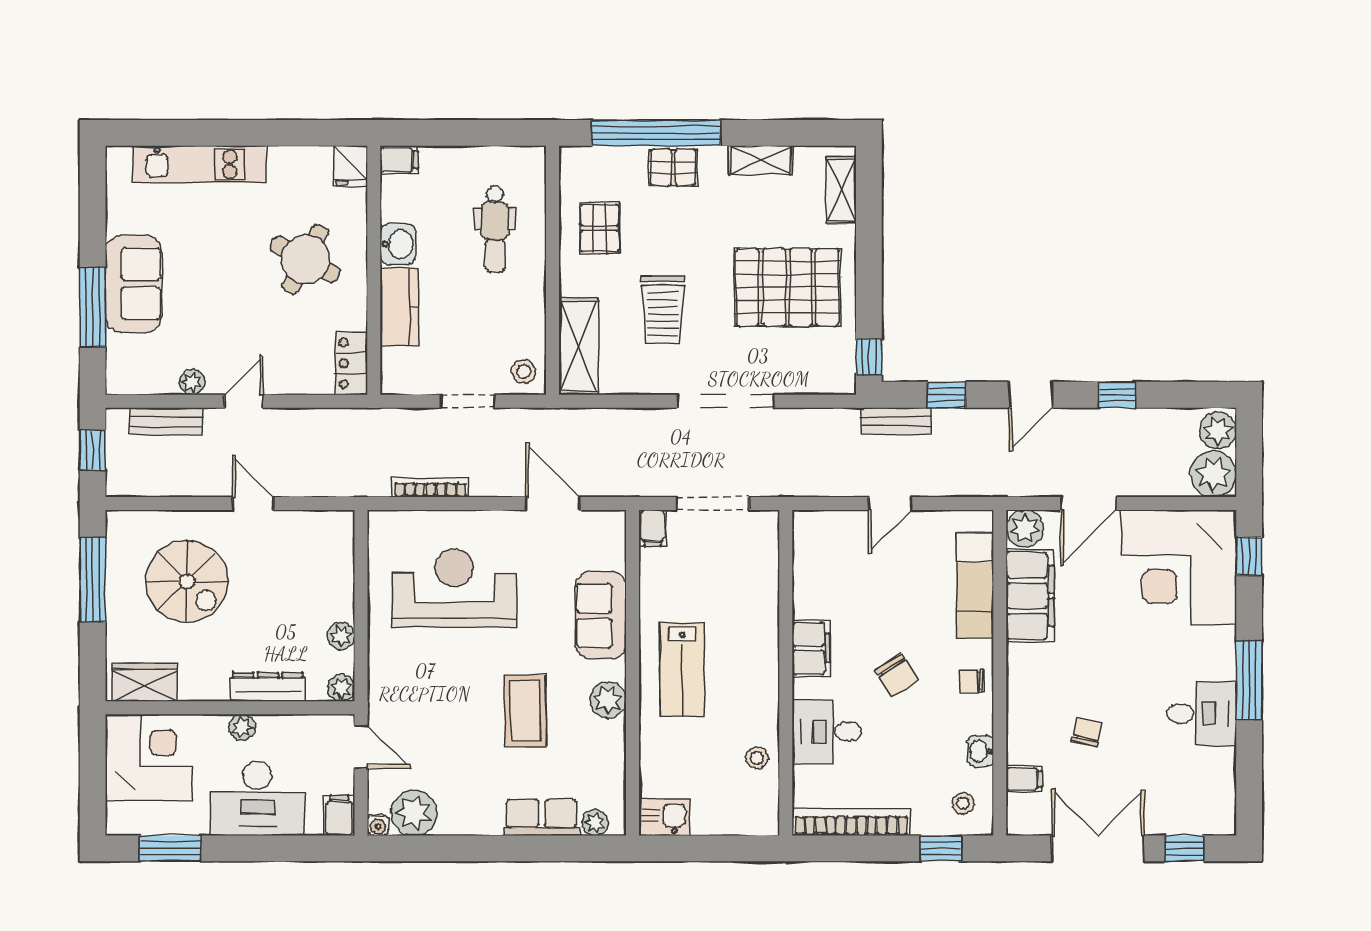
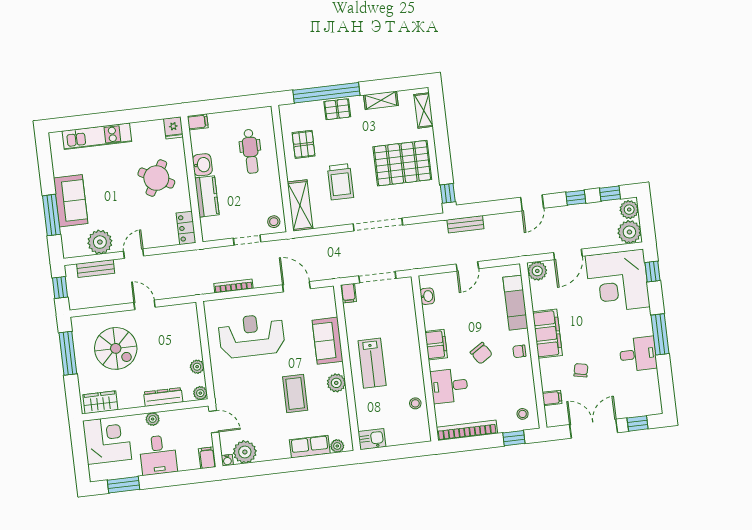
plant: (192, 382) -> (100, 242), width x1.88, depth x1.88
window: (947, 395) -> (610, 194), moved
filing cabinet: (1030, 596) -> (547, 334), moved
washbasin: (981, 751) -> (427, 296), moved, turned 180
desk: (257, 799) -> (158, 455), width x0.73

